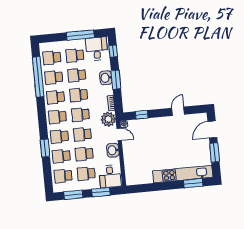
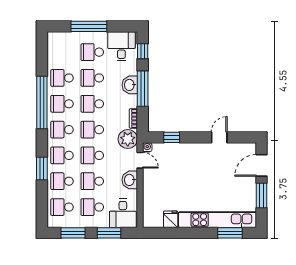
window: (80, 35) -> (89, 26), moved
school desk: (52, 58) -> (62, 52), removed
window: (38, 77) -> (42, 102), moved
window: (116, 80) -> (143, 89), width x1.44
fridge: (147, 177) -> (171, 219), added

